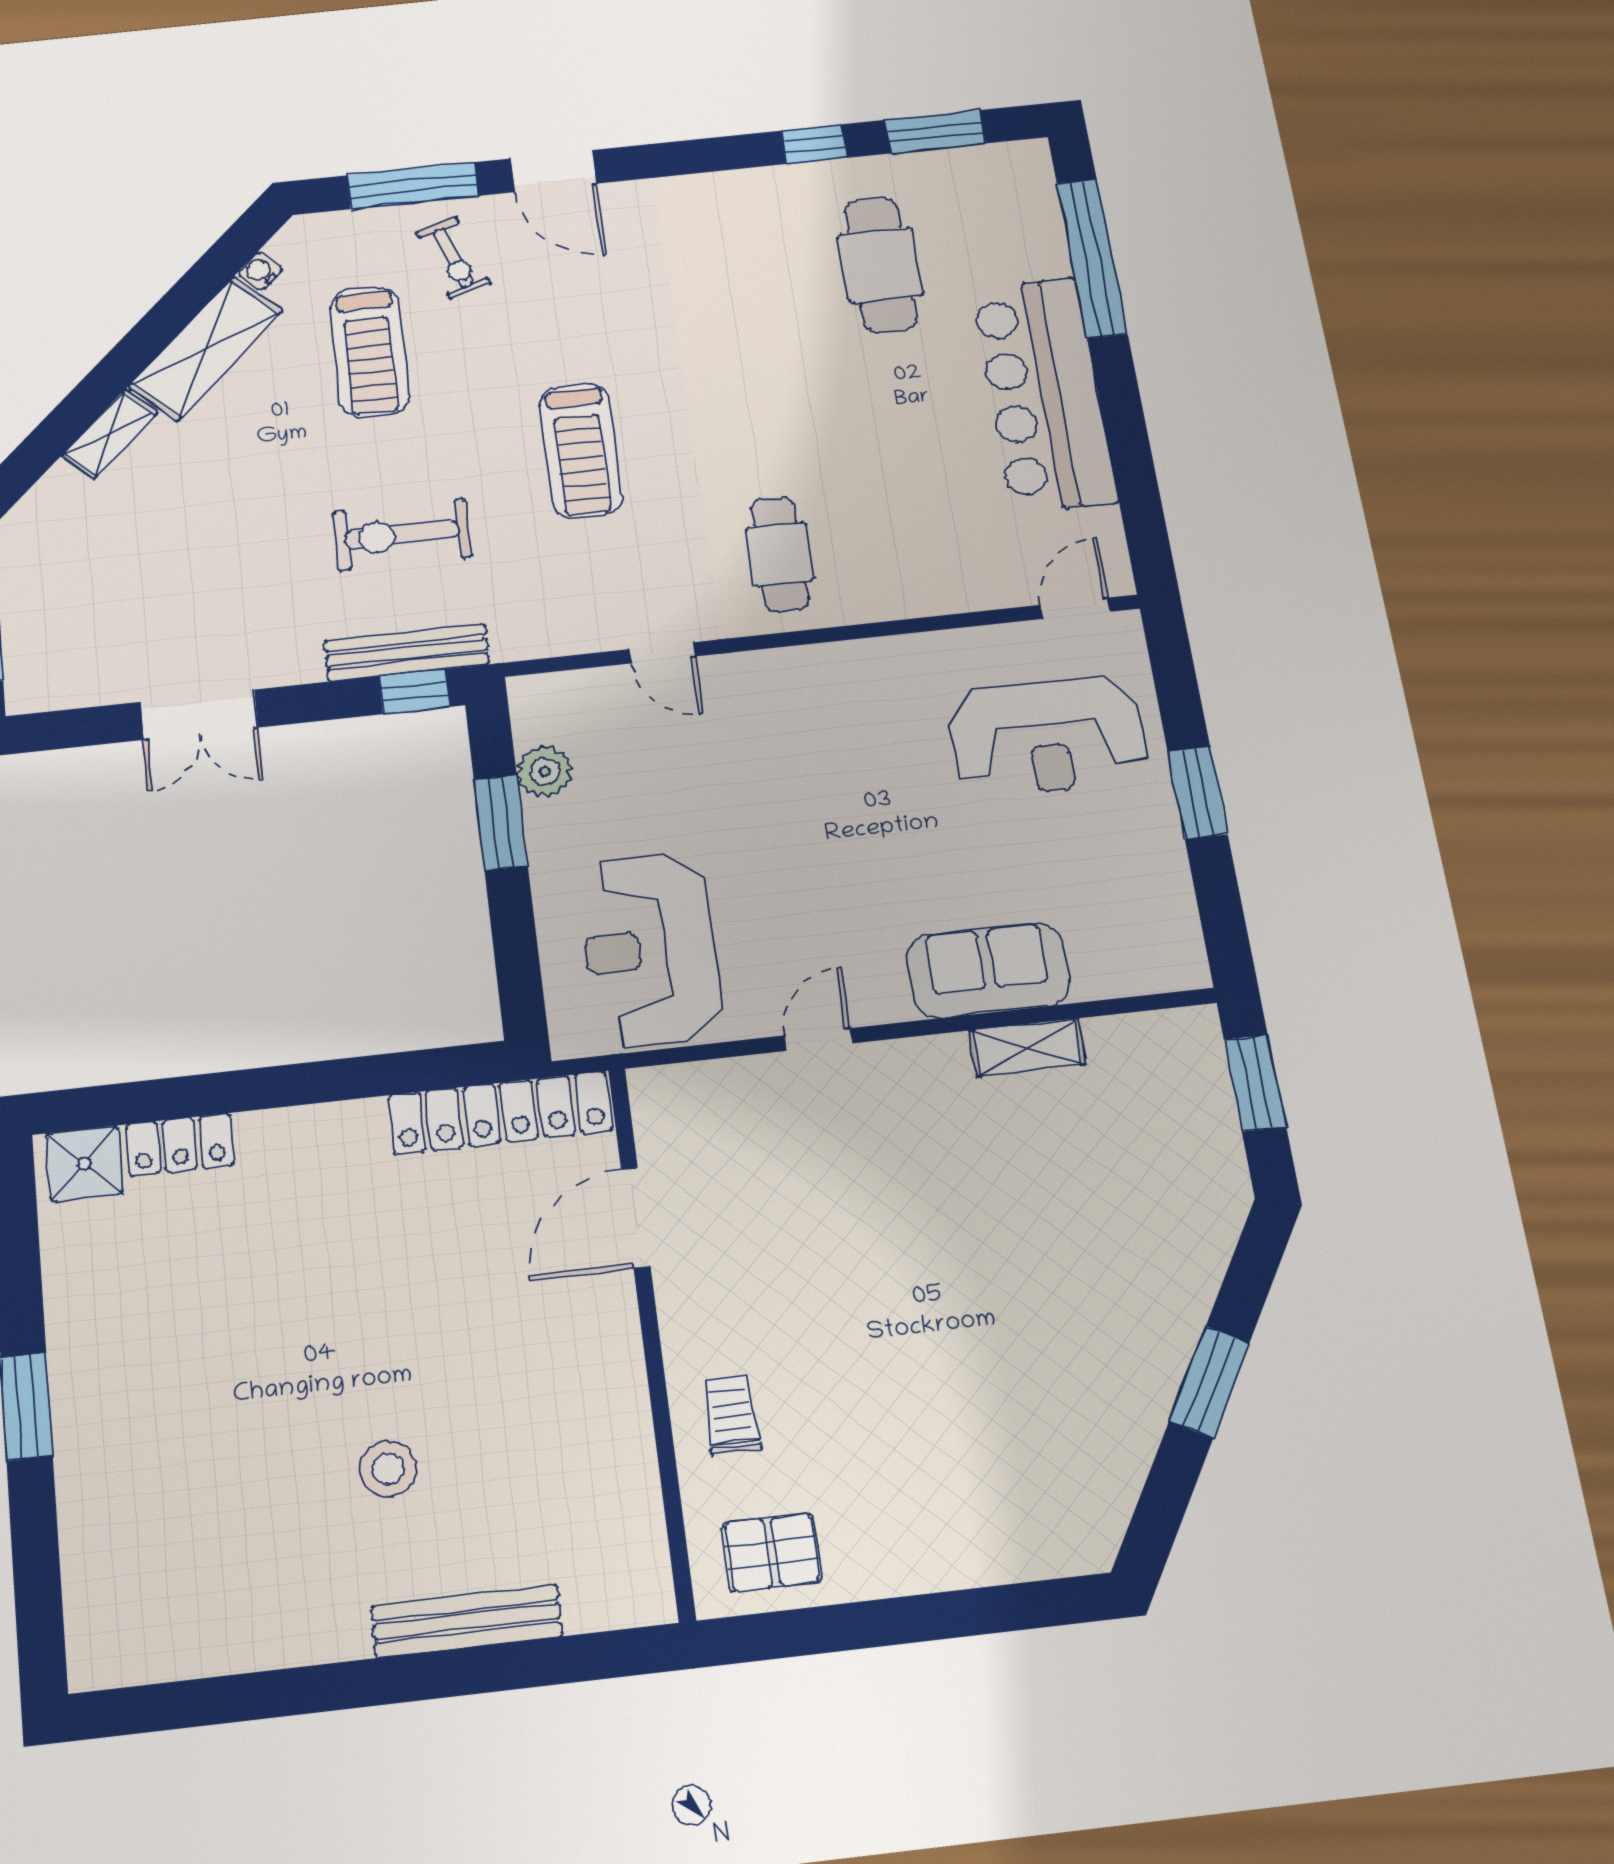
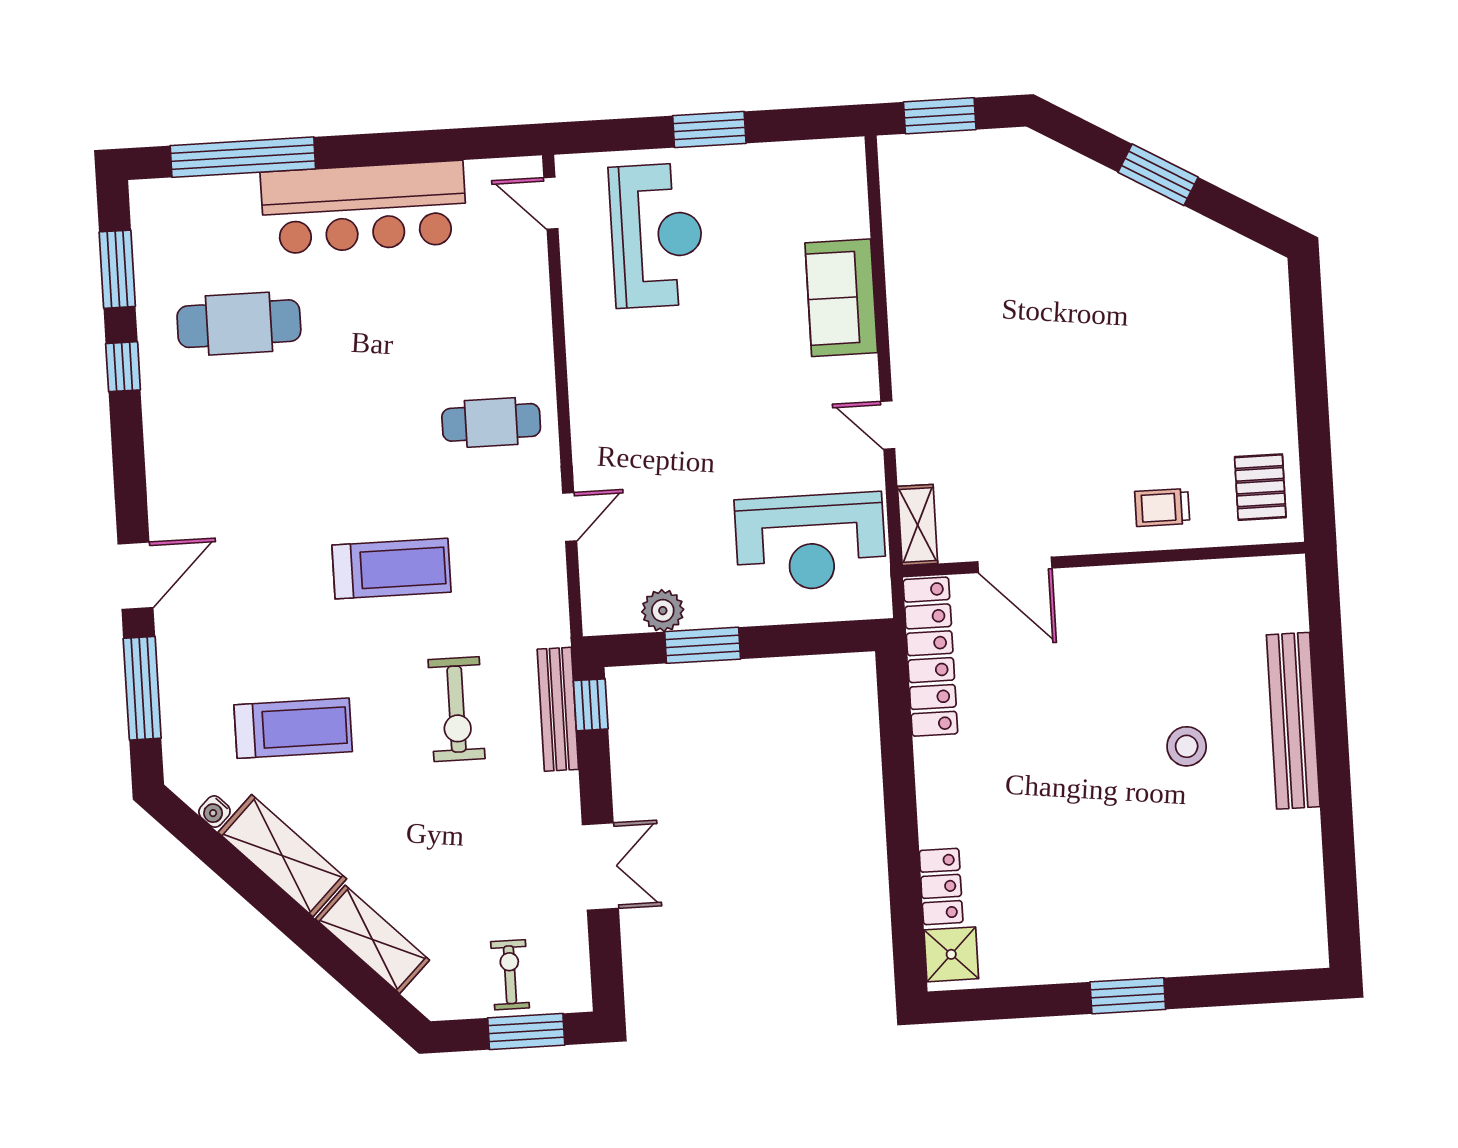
exercise bike: (453, 258) -> (510, 975), moved, turned -72
shelving: (110, 434) -> (372, 939), width x1.50, depth x1.33
shelving: (1027, 1047) -> (918, 525), moved
bench: (467, 1621) -> (1293, 721), width x1.37, depth x1.21

